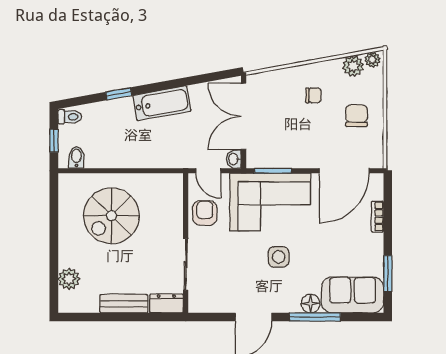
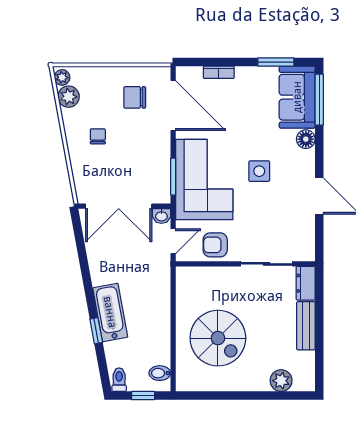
bathtub: (162, 103) -> (110, 312), moved
chair: (356, 116) -> (135, 97), moved
window: (315, 317) -> (319, 100), moved

